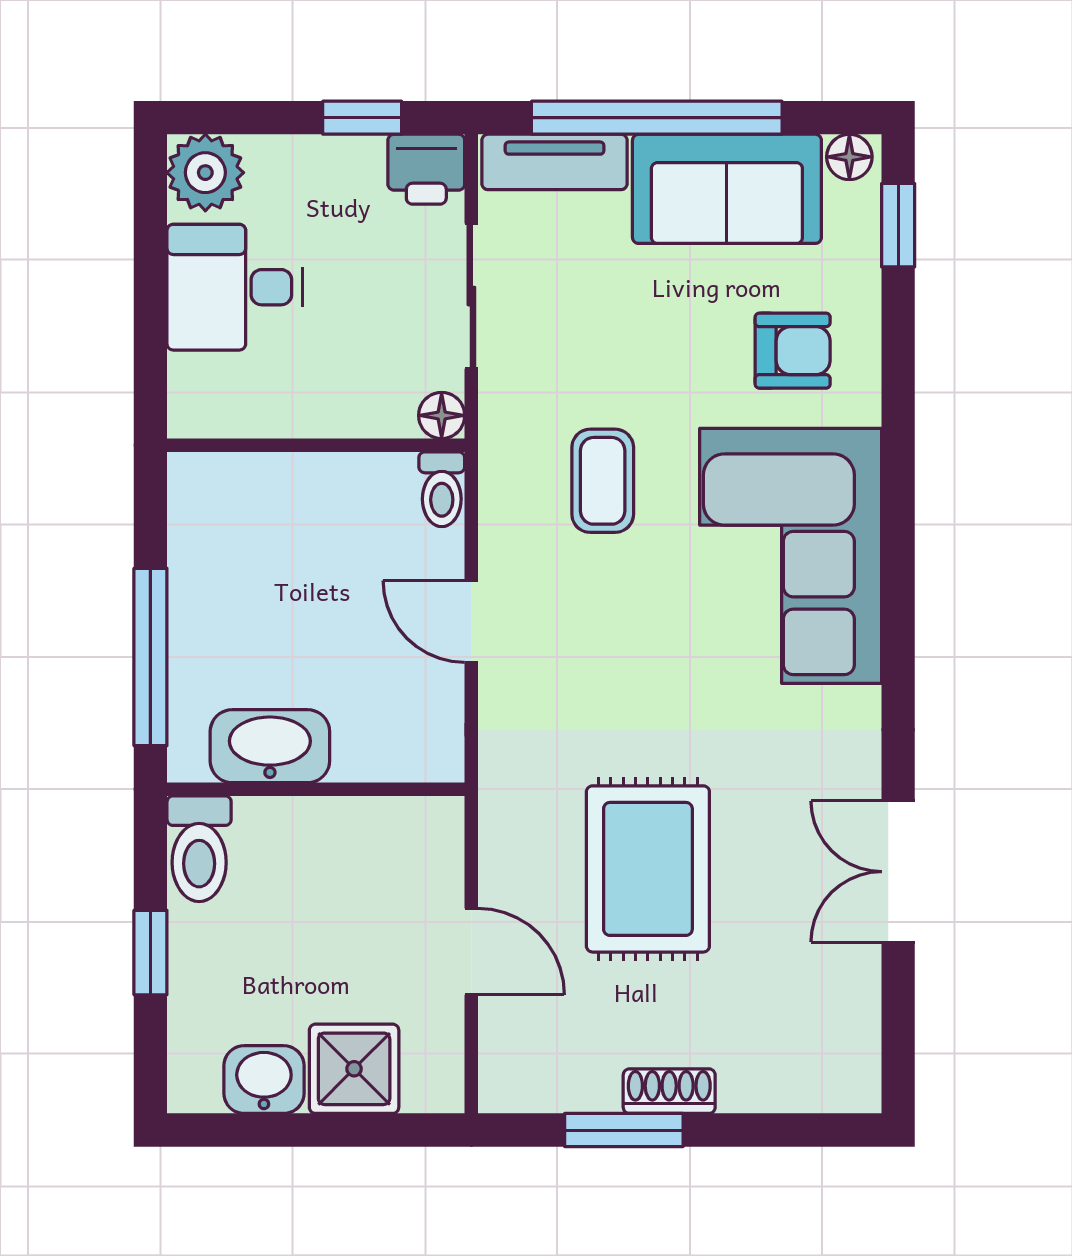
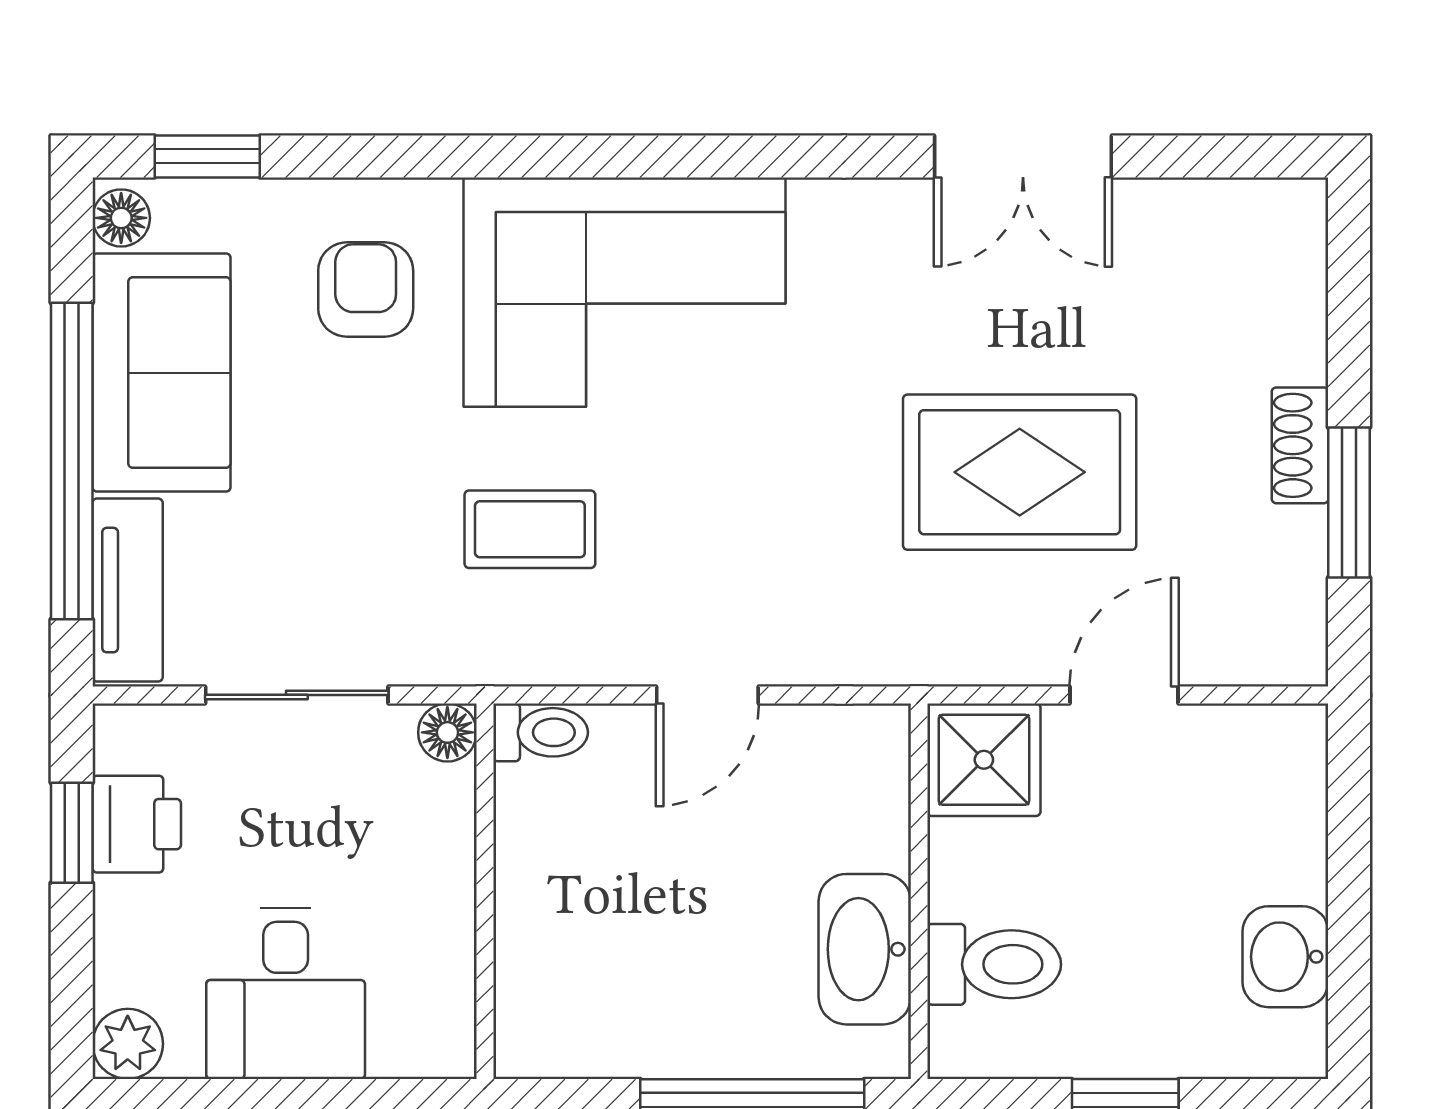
printer: (426, 169) -> (137, 824), moved
plant: (205, 173) -> (128, 1044), width x0.73, depth x0.73
toilet: (199, 849) -> (994, 964), moved
shower: (354, 1069) -> (984, 760), moved

